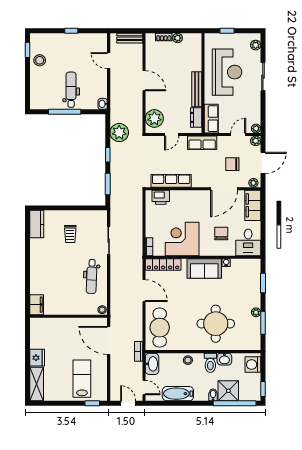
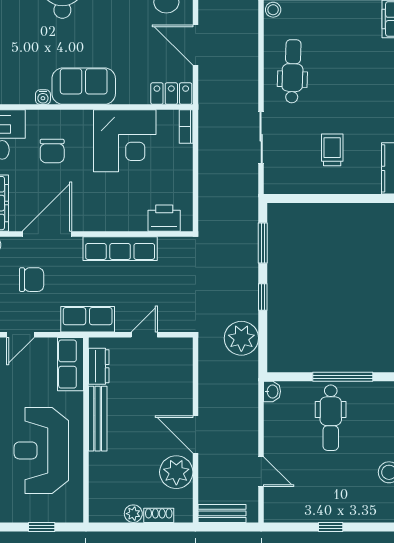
plant: (154, 118) -> (176, 472), moved
row of seats: (171, 181) -> (120, 249), moved
locker: (163, 264) -> (171, 94), width x0.66

